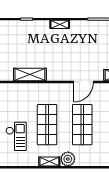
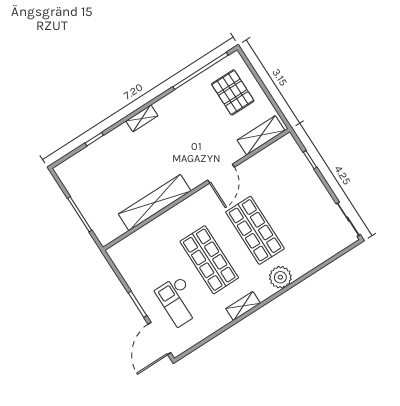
shelving: (30, 75) -> (155, 202), width x1.47
checkout: (16, 136) -> (179, 301), turned 180
plant: (68, 159) -> (280, 277), moved

